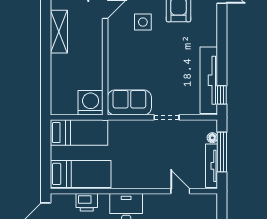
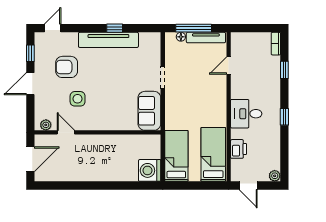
shelving: (59, 32) -> (86, 174), removed
tv unit: (209, 80) -> (108, 40), moved
window: (222, 95) -> (115, 28), moved
washing machine: (91, 103) -> (150, 170), moved

